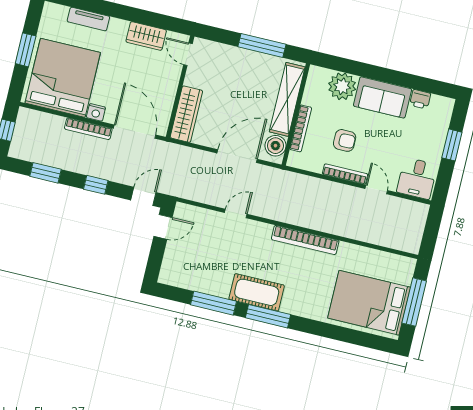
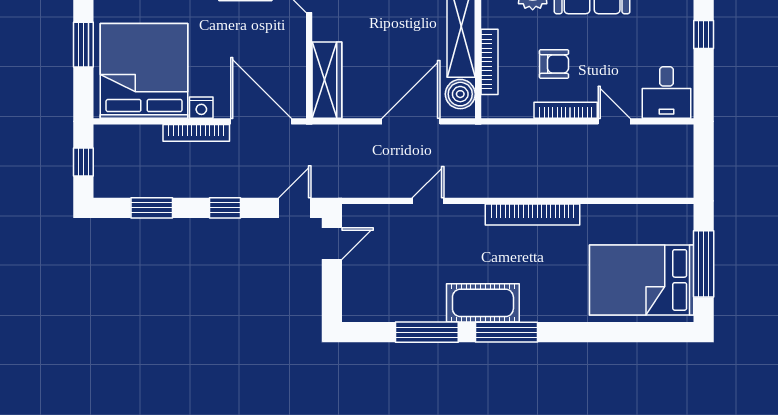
window: (452, 145) -> (704, 35), width x0.67

